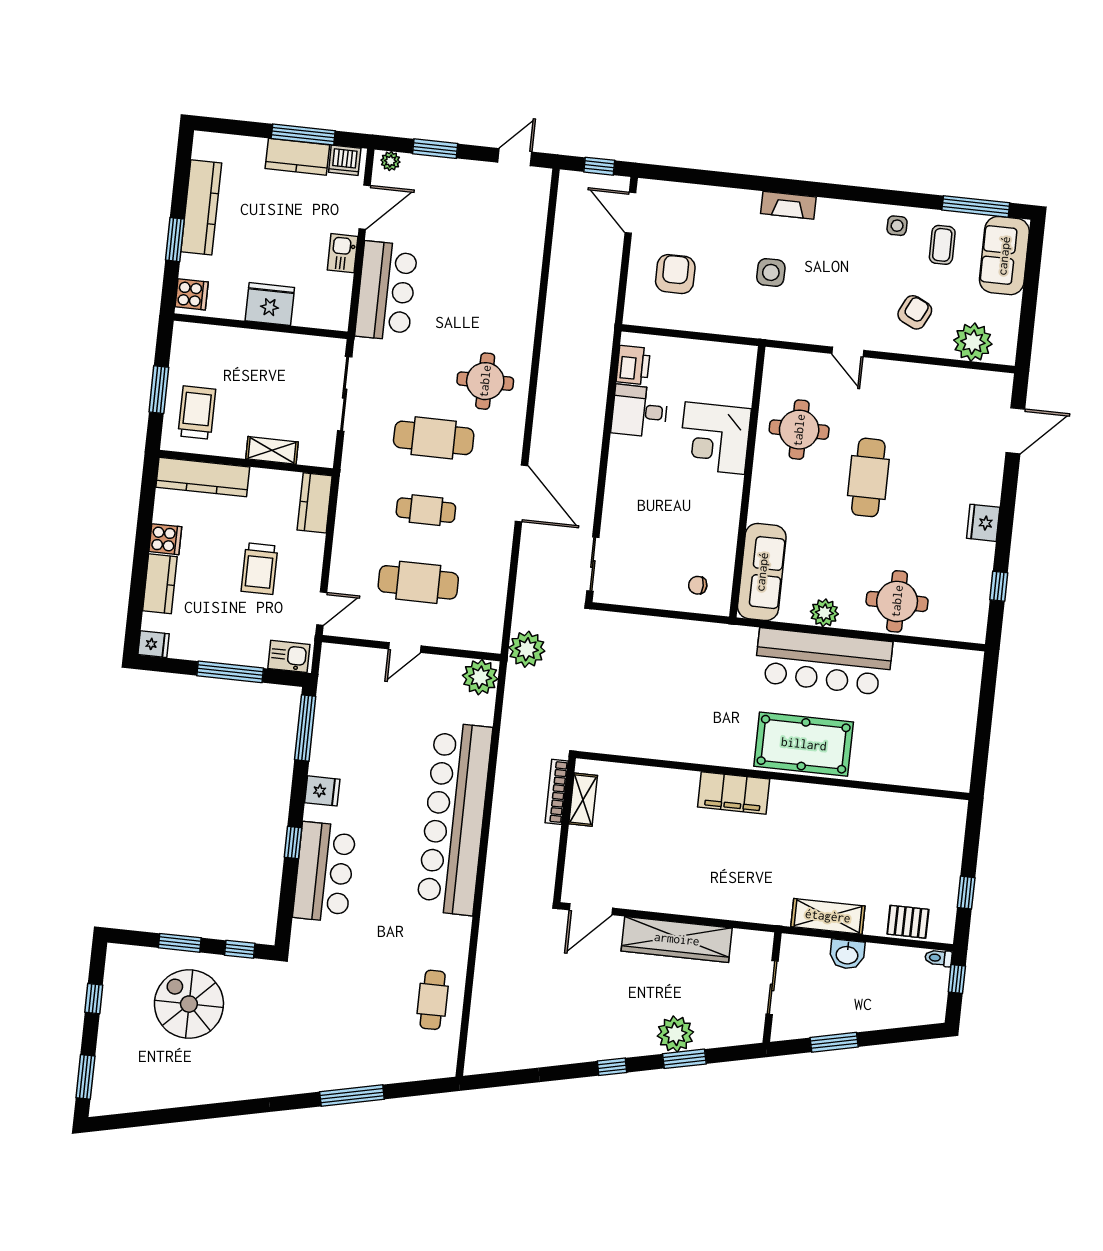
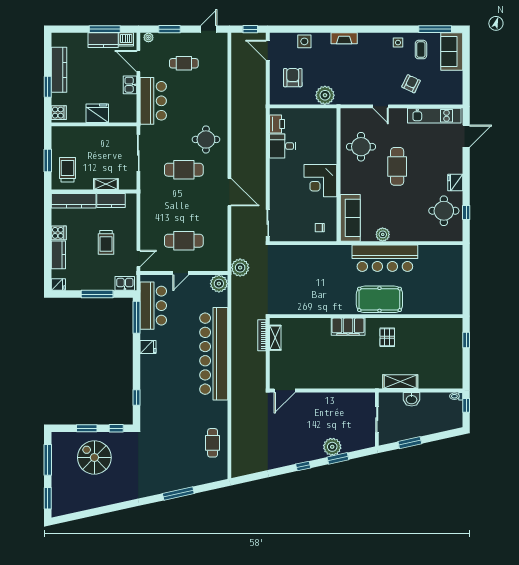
door: (365, 207) -> (138, 61), swing flipped
side table: (771, 272) -> (304, 41), moved
plant: (973, 342) -> (325, 95), moved
kitchen unit: (955, 382) -> (434, 116), added
corner desk: (715, 438) -> (320, 181), moved
kitchen counter: (315, 503) -> (111, 200), moved, turned -90
cafe table: (426, 510) -> (184, 63), moved
round table: (897, 601) -> (444, 211), moved
window: (293, 843) -> (137, 398), moved
bar counter: (324, 872) -> (153, 306), moved
window: (966, 893) -> (466, 340), moved
pallet: (908, 922) -> (387, 337), moved, turned 90
wardrobe: (677, 939) -> (328, 401), removed
window: (94, 999) -> (48, 460), width x2.17

